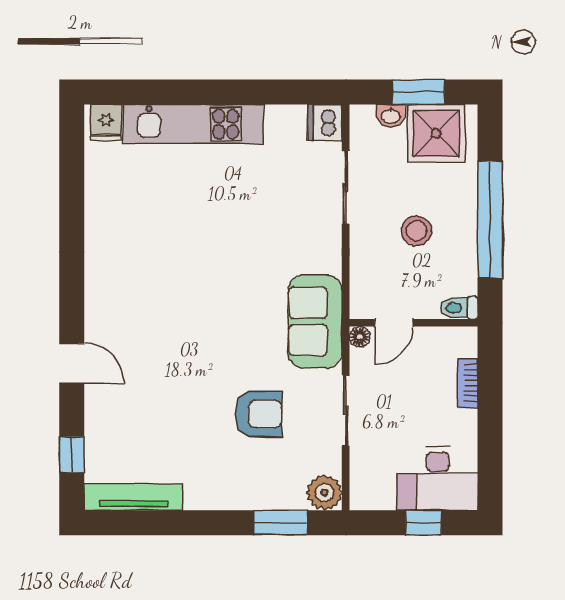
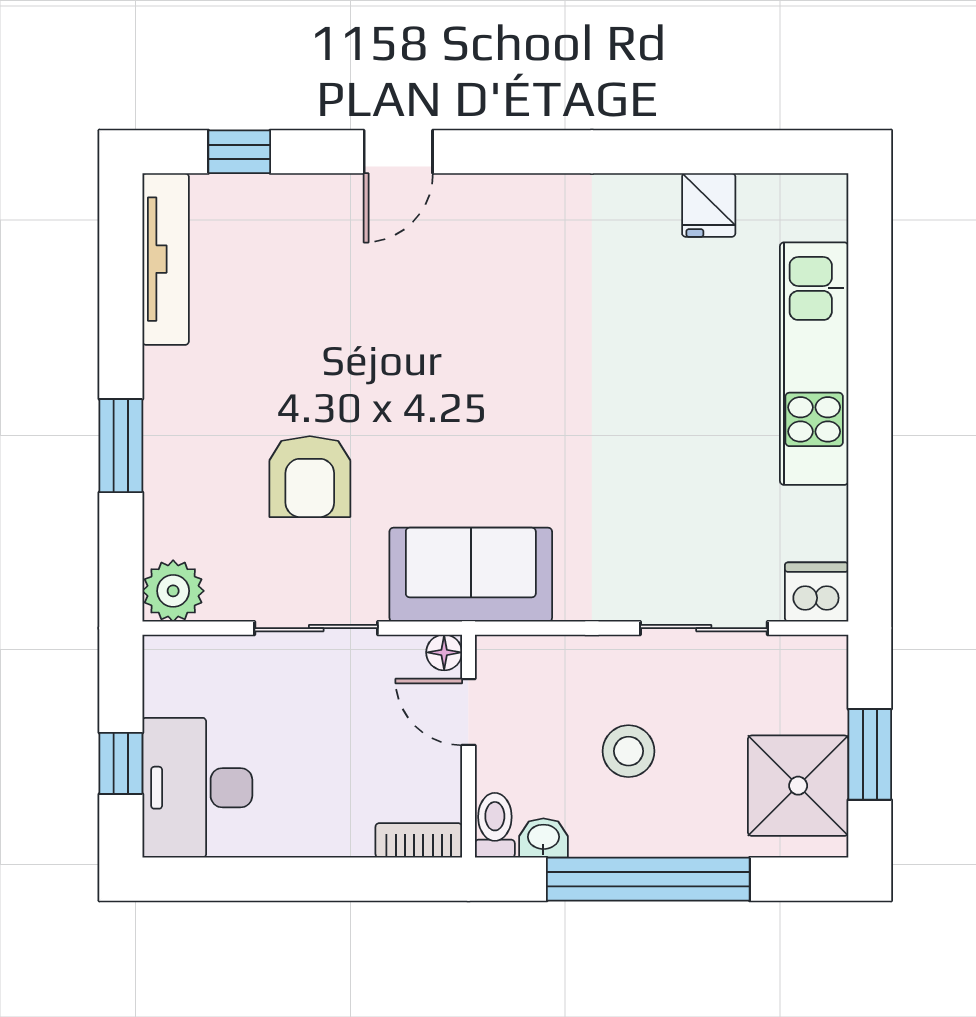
washbasin: (391, 116) -> (543, 838), moved, turned 90
fridge: (106, 123) -> (709, 205), moved, turned -90
bookcase: (468, 383) -> (419, 840), moved
window: (280, 523) -> (121, 446), moved

